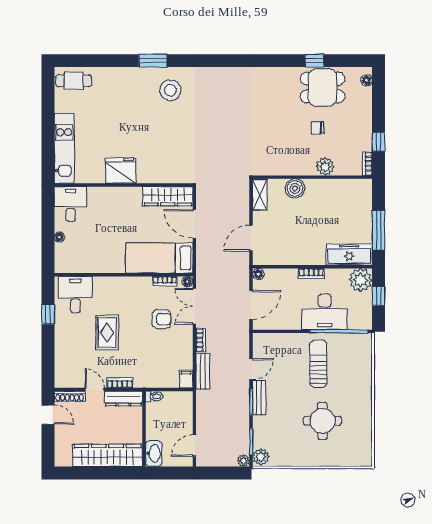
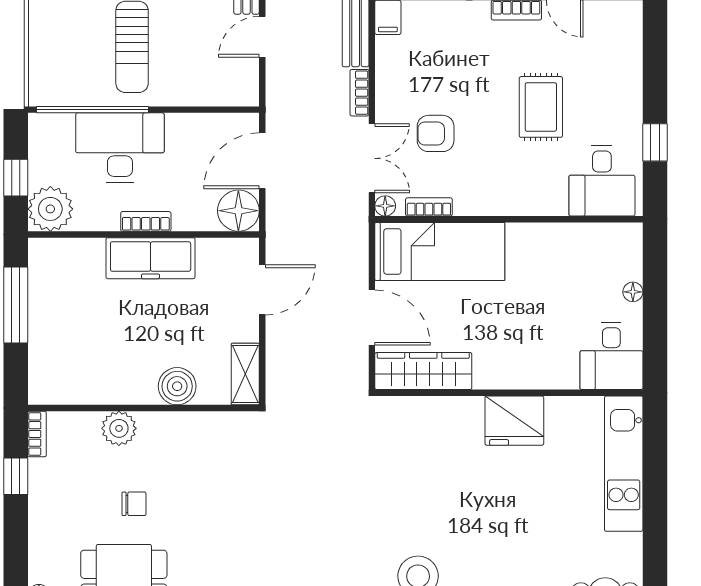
freezer: (349, 255) -> (151, 258), moved
floor lamp: (258, 274) -> (238, 211), width x1.89, depth x1.89

